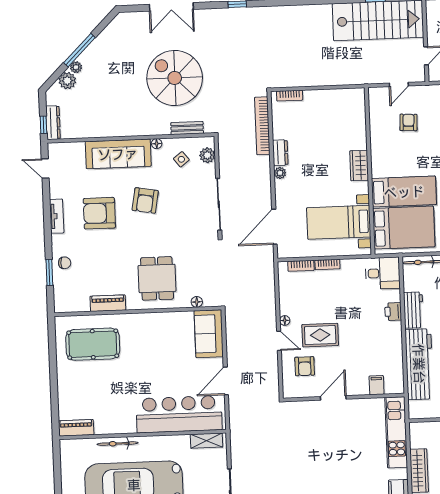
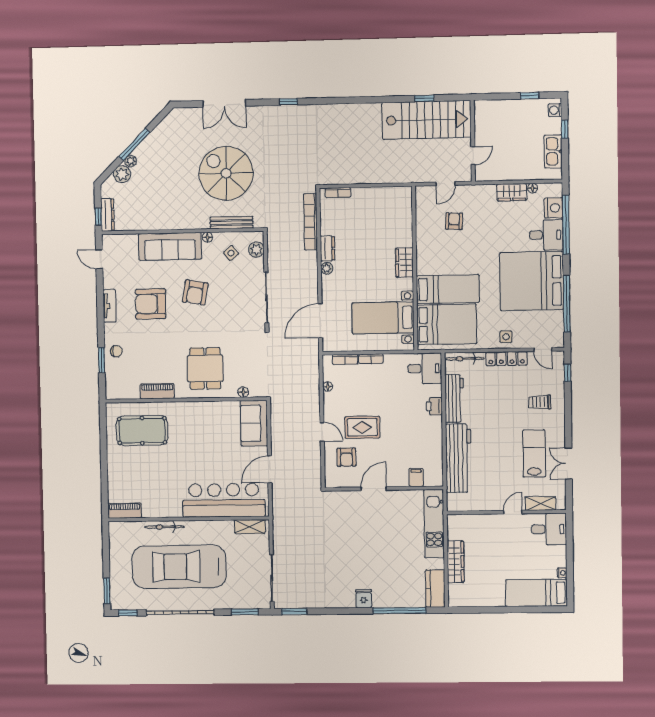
bench: (187, 128) -> (232, 223), width x1.36
workbench: (414, 310) -> (454, 399), width x1.38
floor lamp: (285, 320) -> (328, 386), moved

